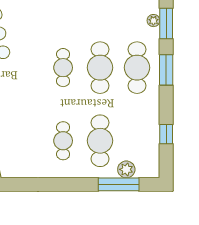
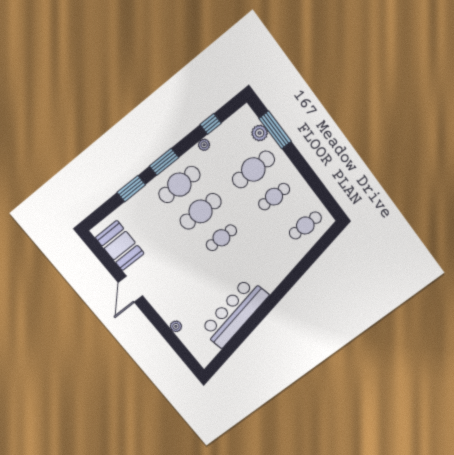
plant: (153, 21) -> (204, 145), moved
cafe table: (17, 149) -> (305, 225), added

